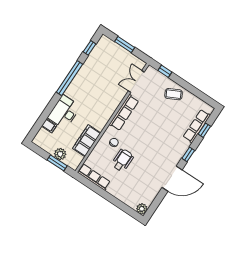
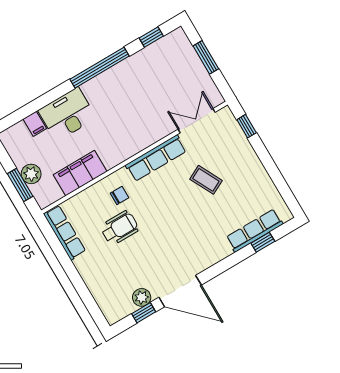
coffee table: (174, 94) -> (206, 180), moved
window: (188, 154) -> (144, 313), moved
plant: (142, 209) -> (142, 297), moved

